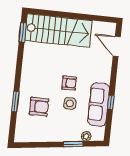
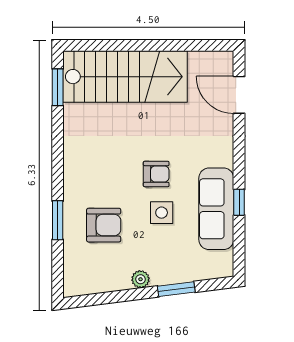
plant: (86, 136) -> (140, 279), moved

